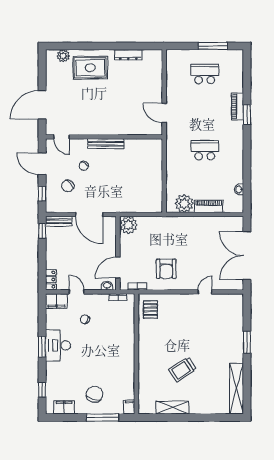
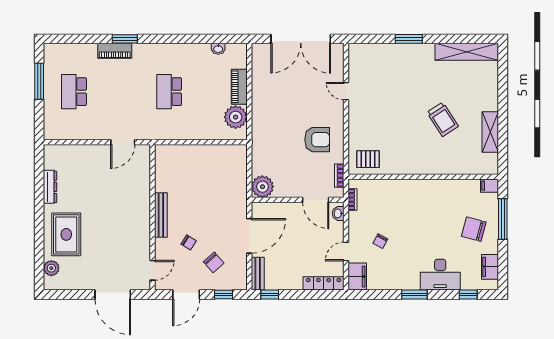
locker: (51, 280) -> (324, 283), width x1.53
desk: (58, 345) -> (440, 275), moved

